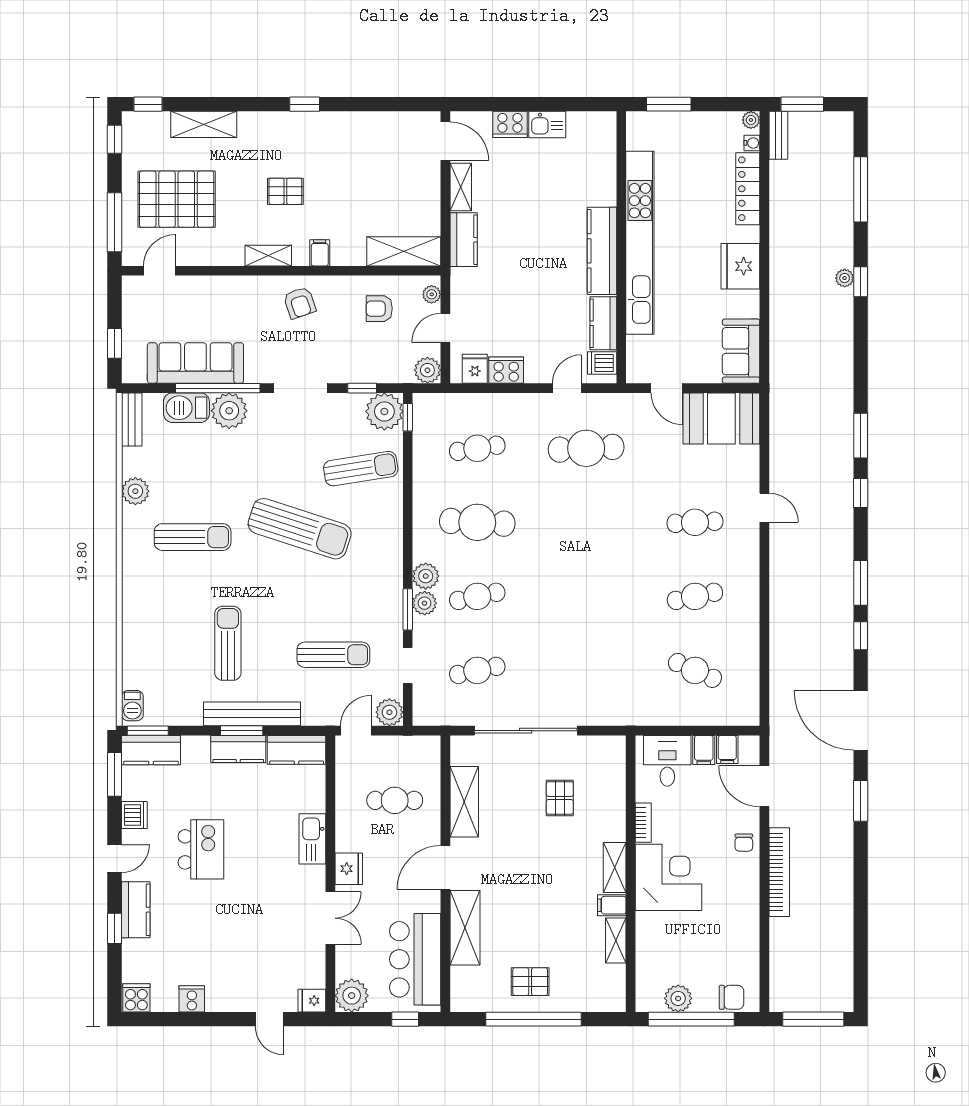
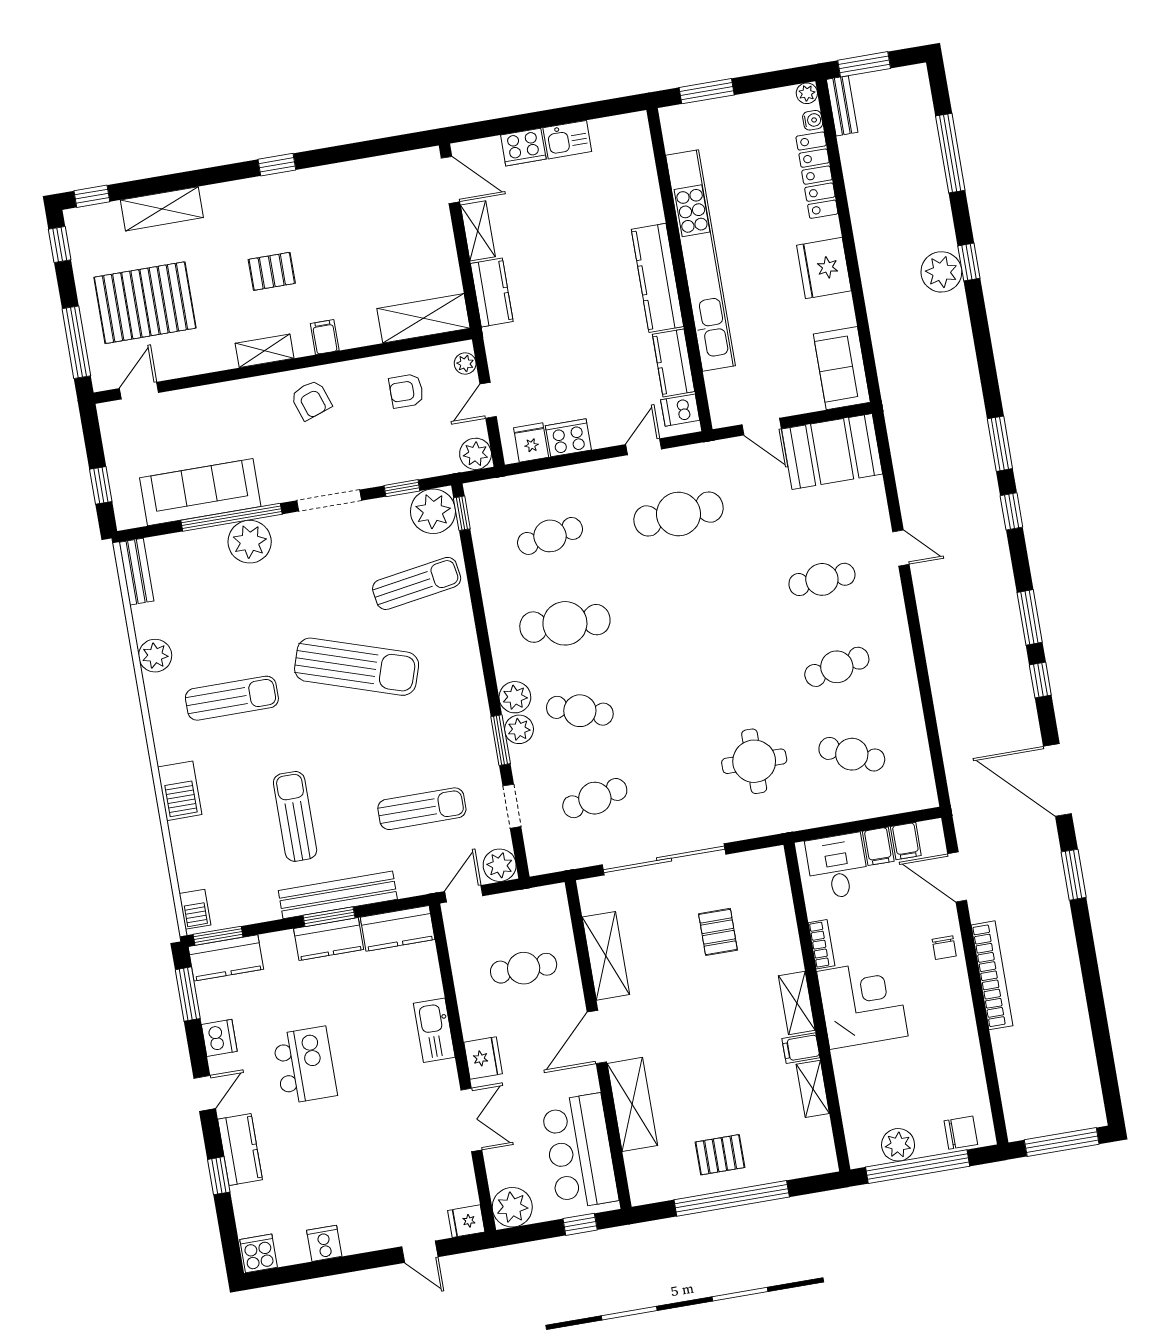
plant: (845, 278) -> (941, 272), width x1.87, depth x1.87
barbecue: (186, 408) -> (180, 791), moved, turned -90
cafe table: (477, 596) -> (580, 711), turned 30
round table: (614, 662) -> (754, 761), added

